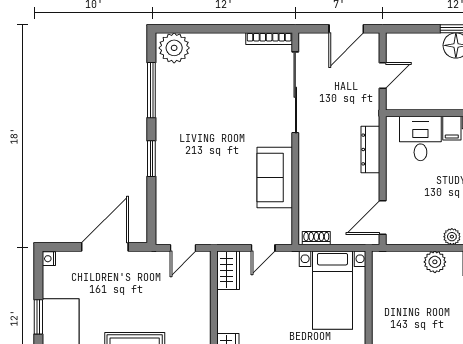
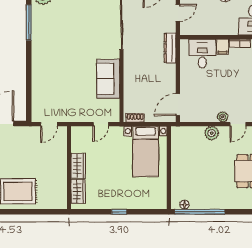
dresser: (370, 149) -> (170, 48), moved
window: (151, 159) -> (29, 66), removed
wardrobe: (228, 270) -> (78, 166), moved

